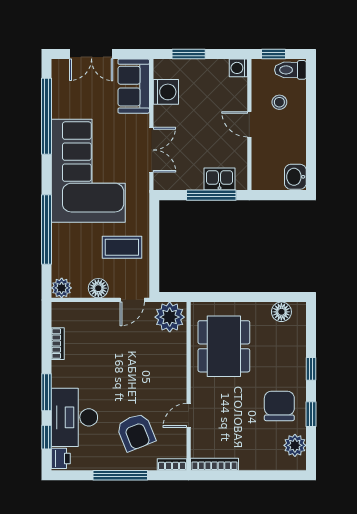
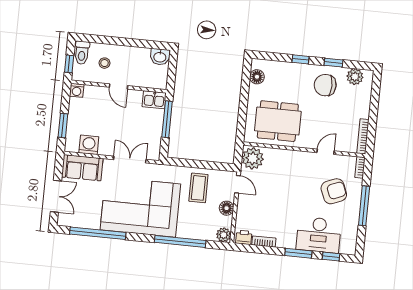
door: (249, 124) -> (118, 86), hinge flipped
kitchen sink: (219, 179) -> (154, 100), moved, turned -90
door: (189, 415) -> (326, 152), swing flipped
printer: (61, 458) -> (244, 237), moved

